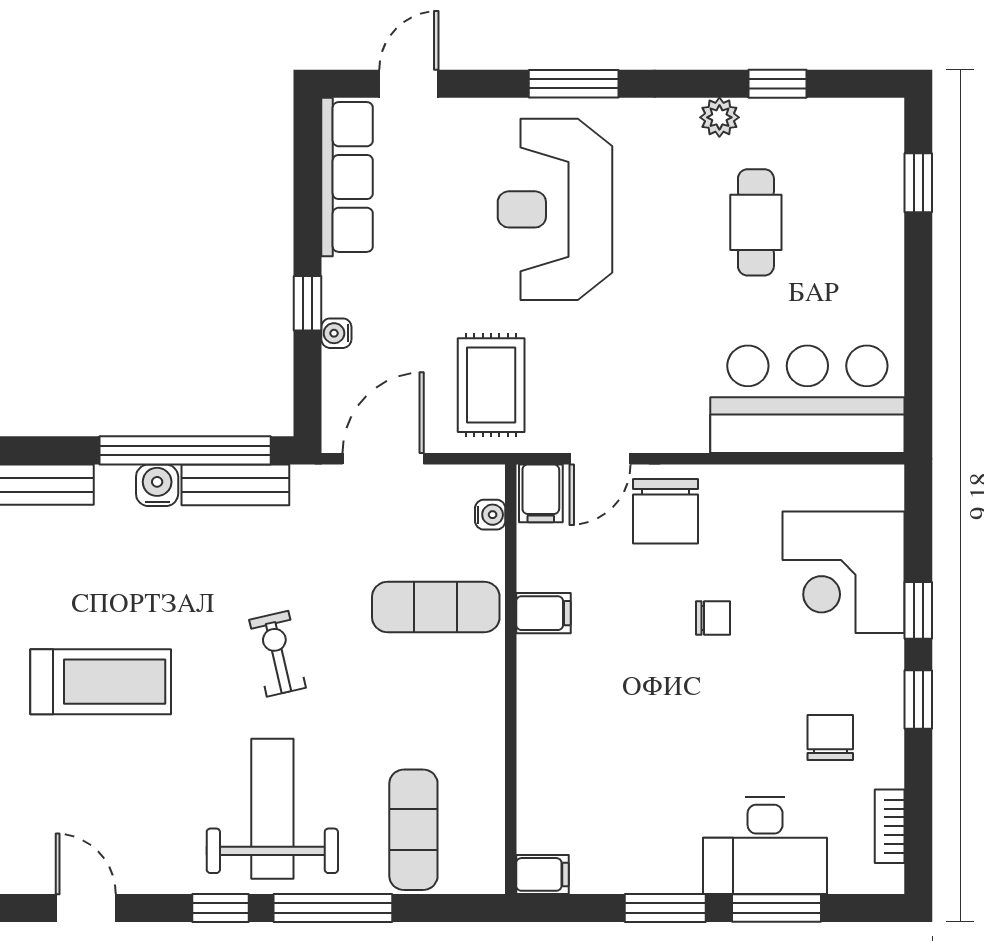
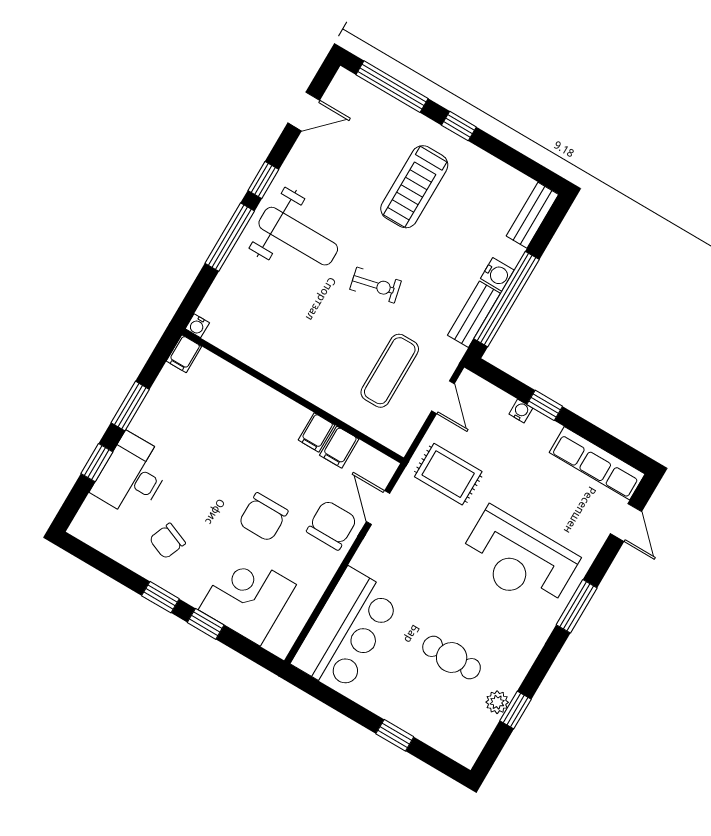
plant: (719, 117) -> (497, 702), moved
window: (918, 183) -> (395, 735), moved
reception desk: (555, 209) -> (518, 559), turned 180
door: (383, 459) -> (443, 397), width x0.73
filing cabinet: (541, 493) -> (339, 447), moved, turned -90
chair: (665, 511) -> (332, 525), turned 90
water cooler: (490, 515) -> (197, 326), moved
exercise mat: (436, 607) -> (390, 371), moved
chair: (713, 618) -> (263, 517), width x1.87, depth x1.87
chair: (830, 738) -> (167, 541), turned 112
bookcase: (890, 826) -> (105, 545), removed
exercise mat: (413, 830) -> (245, 302), removed
window: (777, 908) -> (97, 463), width x0.67

